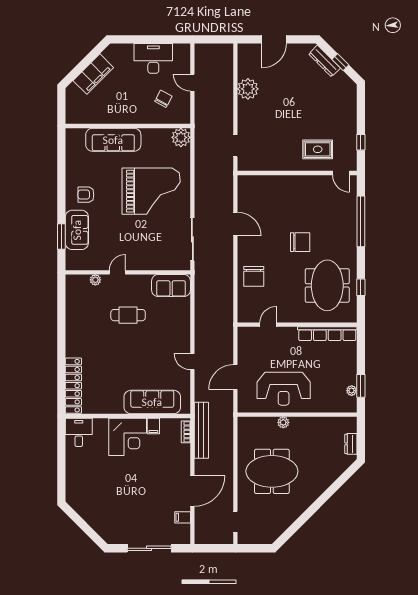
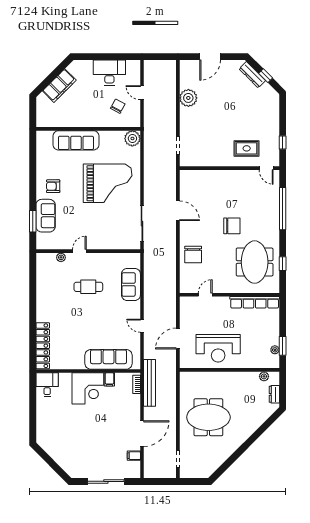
sofa: (171, 286) -> (131, 284), moved, turned 90
plant: (283, 422) -> (264, 376), moved

